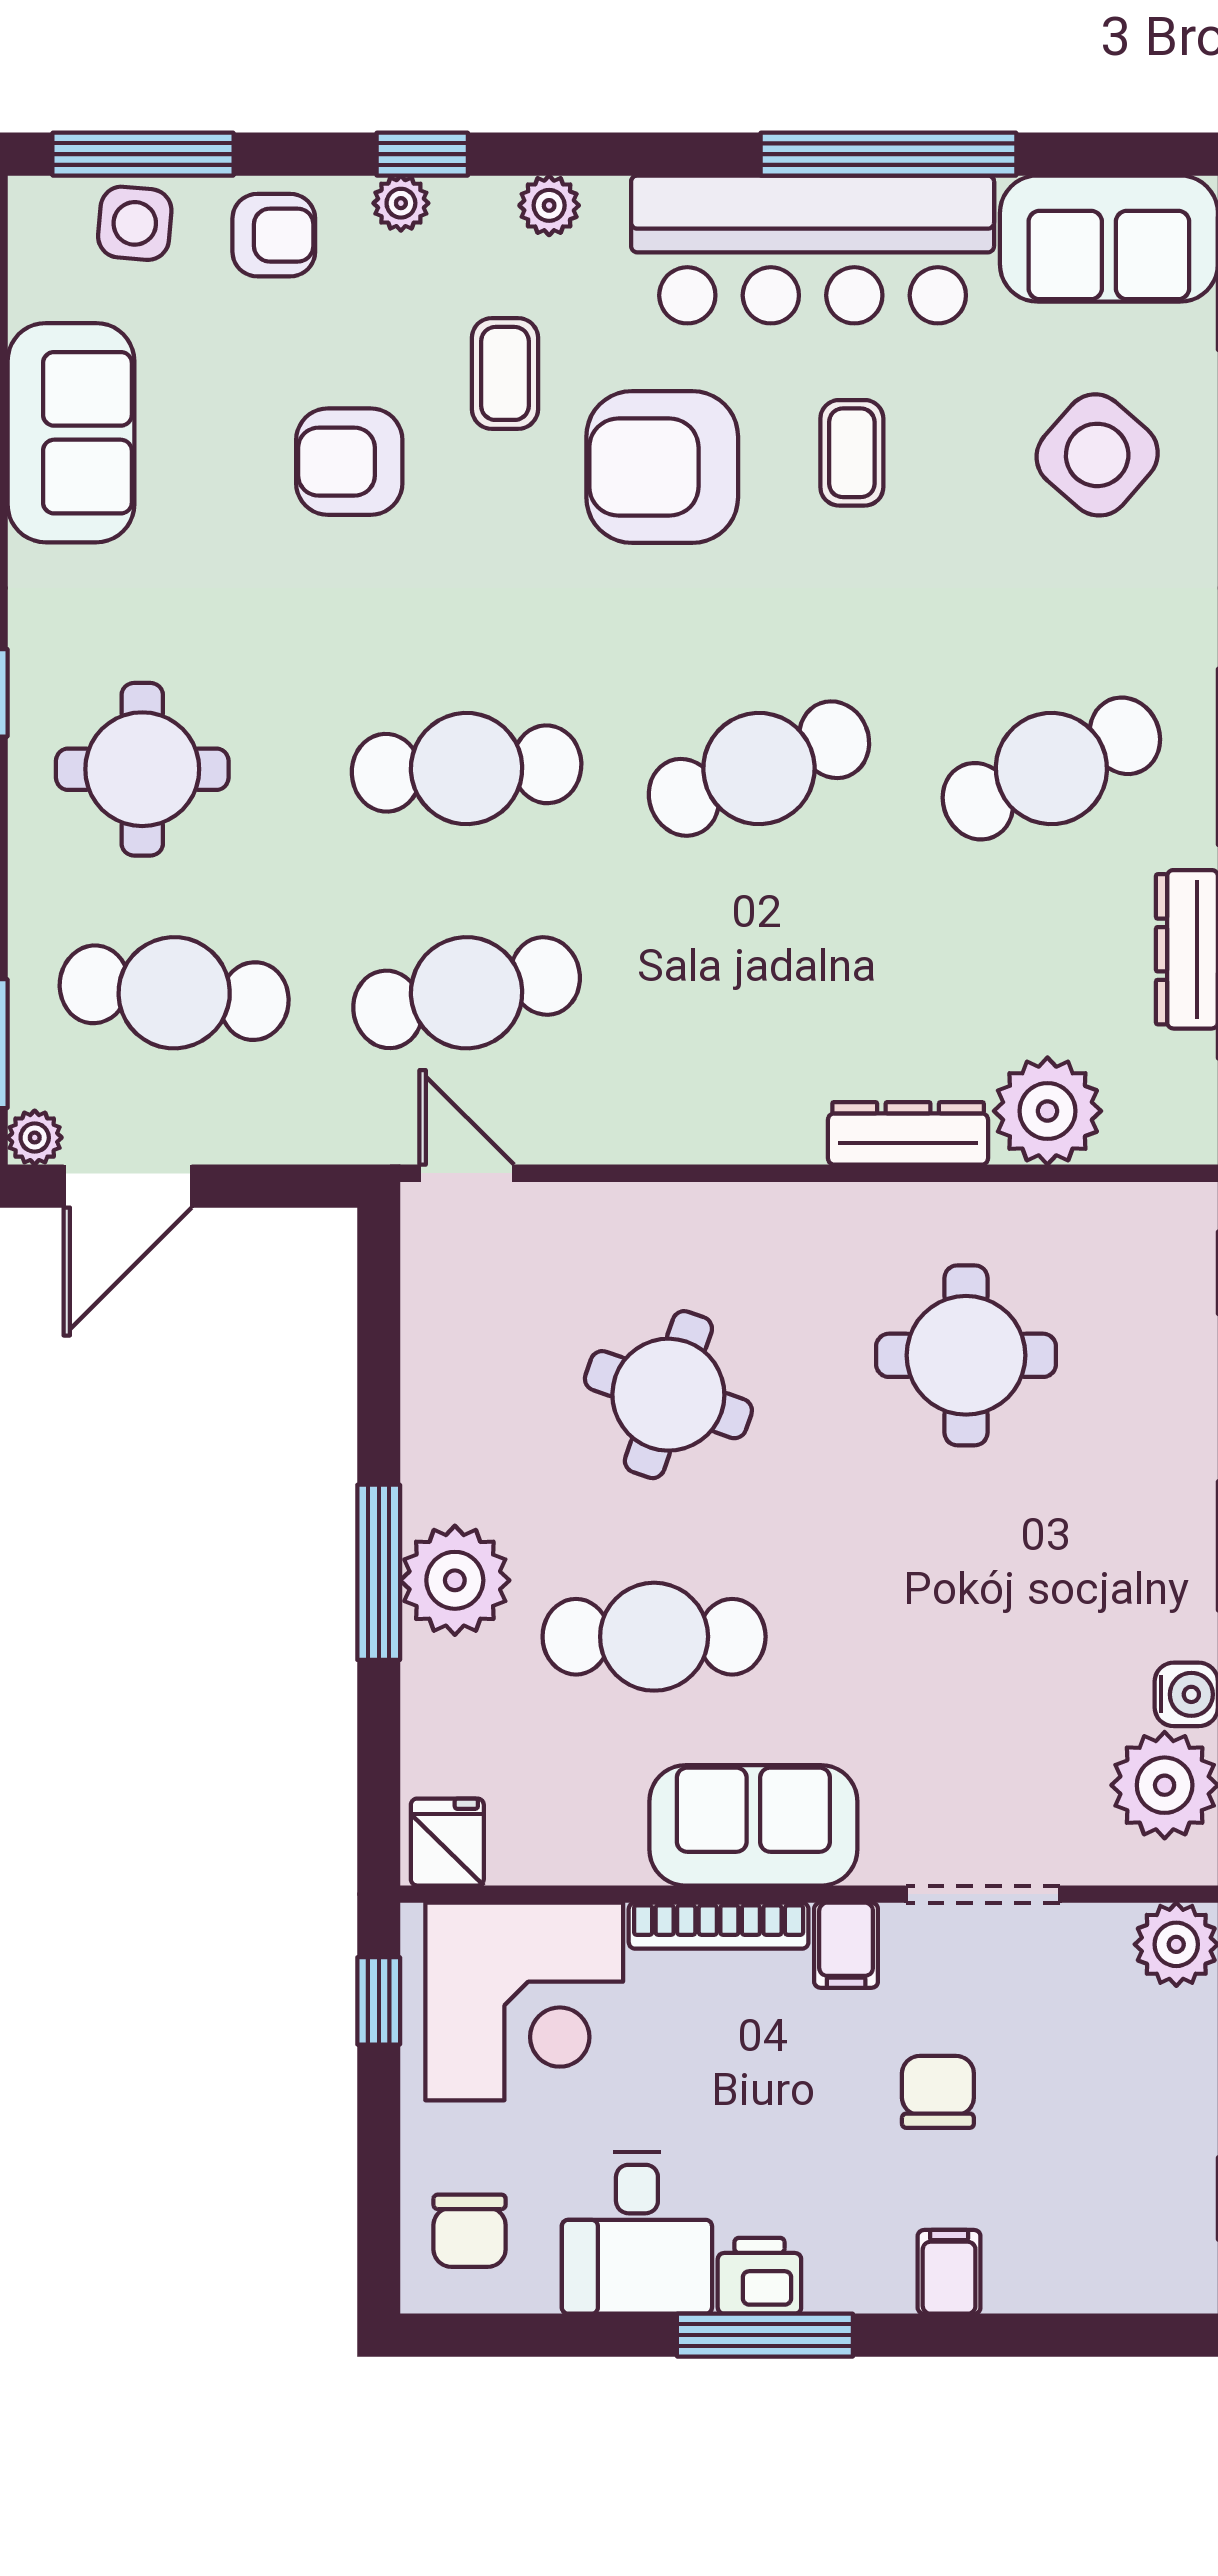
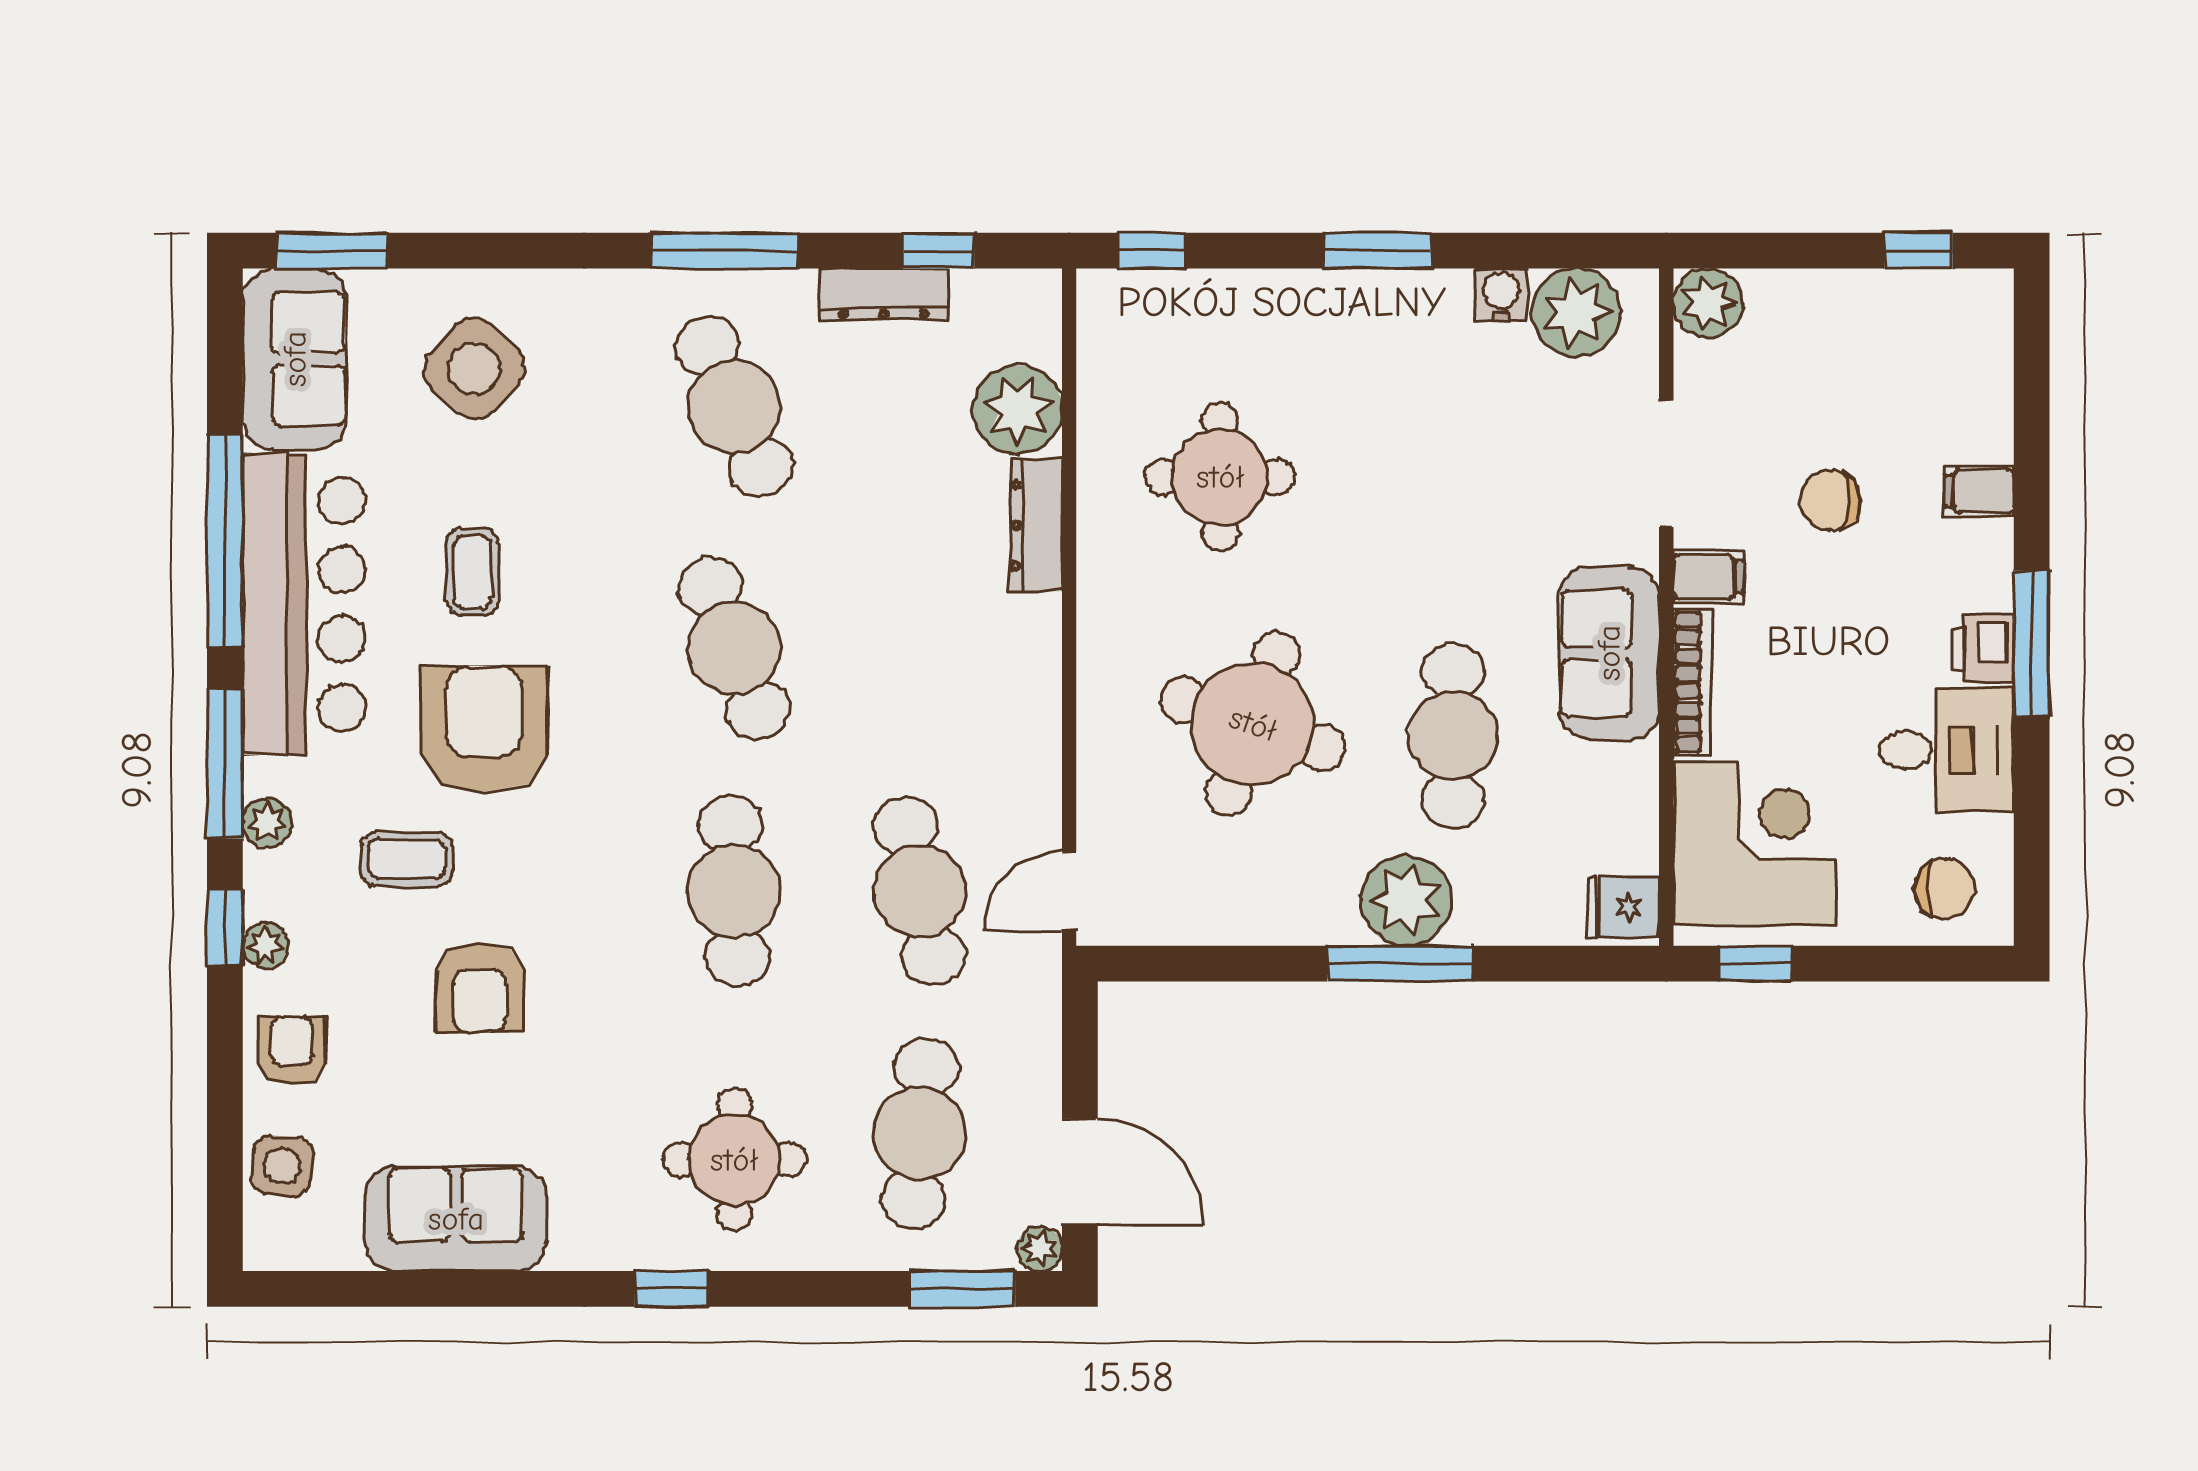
window: (143, 154) -> (225, 763), moved
coffee table: (852, 453) -> (472, 572), turned 90
armchair: (662, 467) -> (484, 729), turned 180
round table: (668, 1395) -> (1253, 724), width x1.36, depth x1.36

